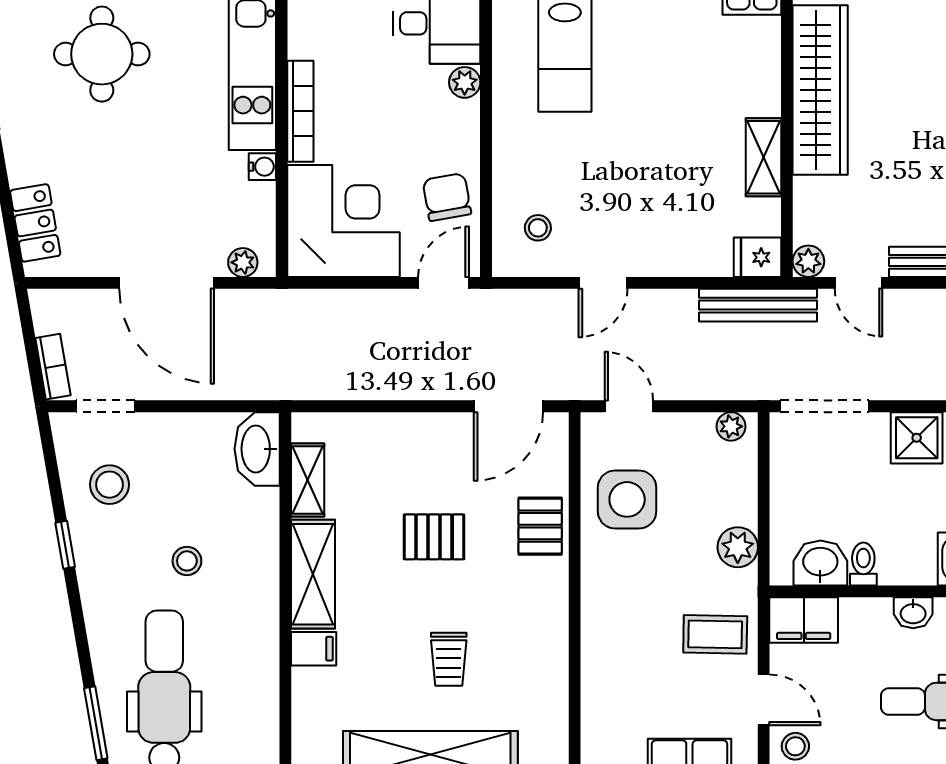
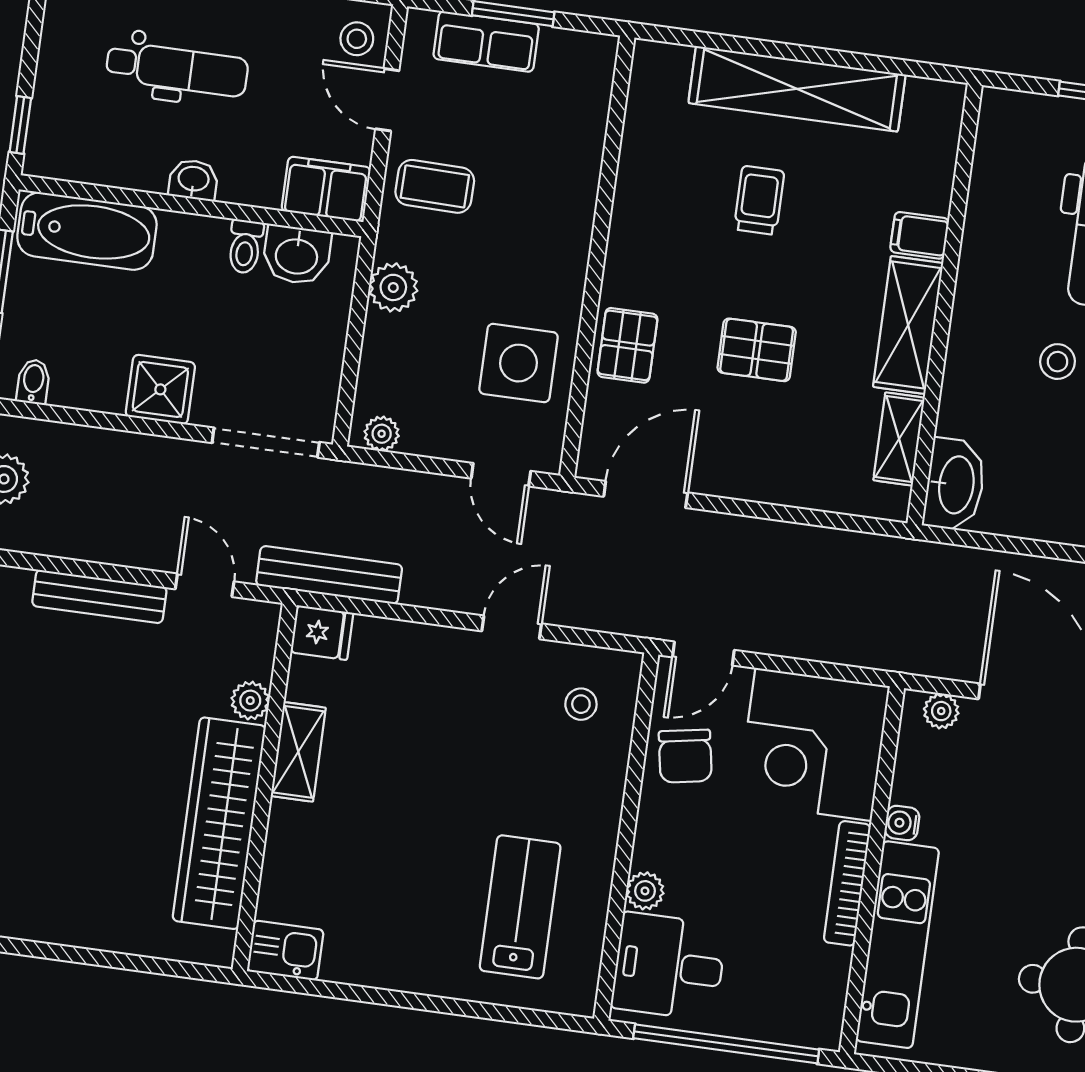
plant: (808, 261) -> (250, 701), moved

